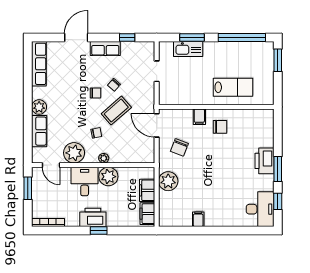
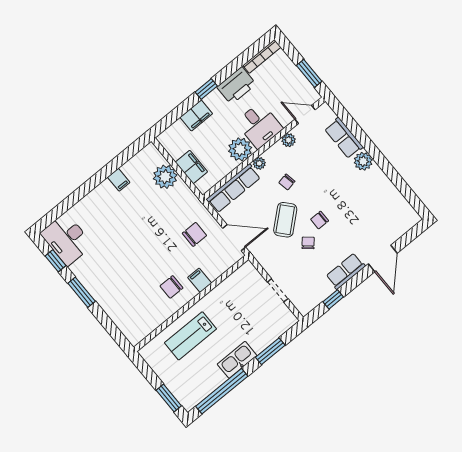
kitchen sink: (188, 49) -> (237, 360), moved
row of seats: (39, 64) -> (234, 188), moved, turned -90
chair: (179, 147) -> (194, 234), turned 69
plant: (74, 153) -> (289, 140), width x0.53, depth x0.53
printer: (265, 161) -> (101, 290), removed
plant: (168, 181) -> (165, 177), moved
filing cabinet: (147, 214) -> (196, 115), moved, turned 90
printer: (93, 217) -> (237, 86), moved

